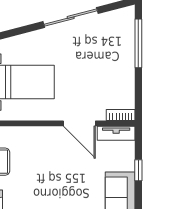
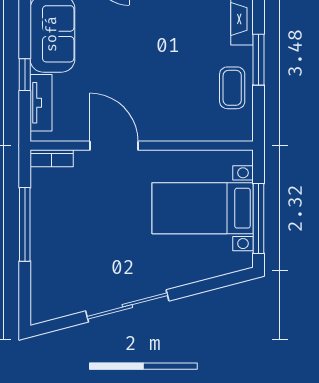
window: (138, 43) -> (25, 224), moved
tv unit: (116, 133) -> (41, 103), moved, turned 90

